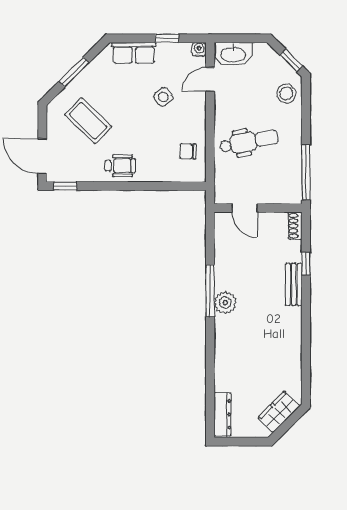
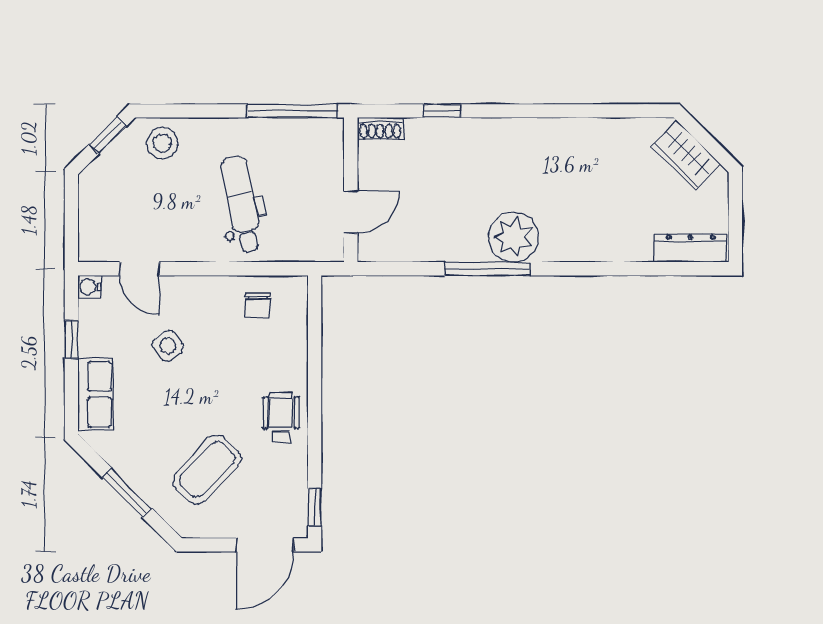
washbasin: (233, 54) -> (97, 231), removed
bench: (294, 284) -> (477, 131), removed
plant: (225, 303) -> (513, 237), width x1.36, depth x1.36

